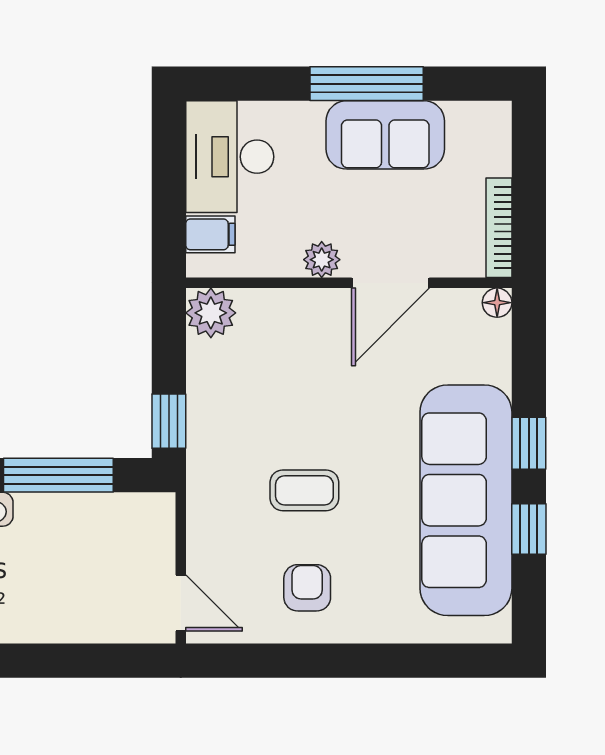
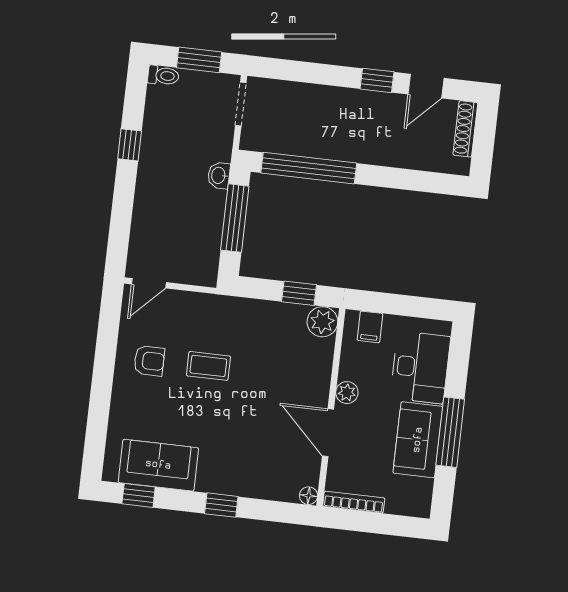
desk: (230, 157) -> (420, 367), moved, turned 90
window: (169, 421) -> (299, 293), moved
coffee table: (304, 490) -> (208, 366), turned 90
sofa: (466, 500) -> (158, 465), width x0.54, depth x0.79
window: (529, 529) -> (139, 495), moved

